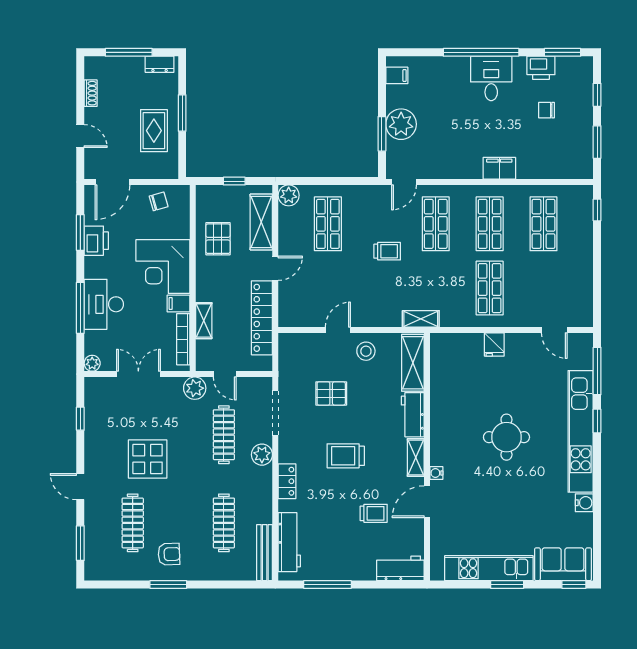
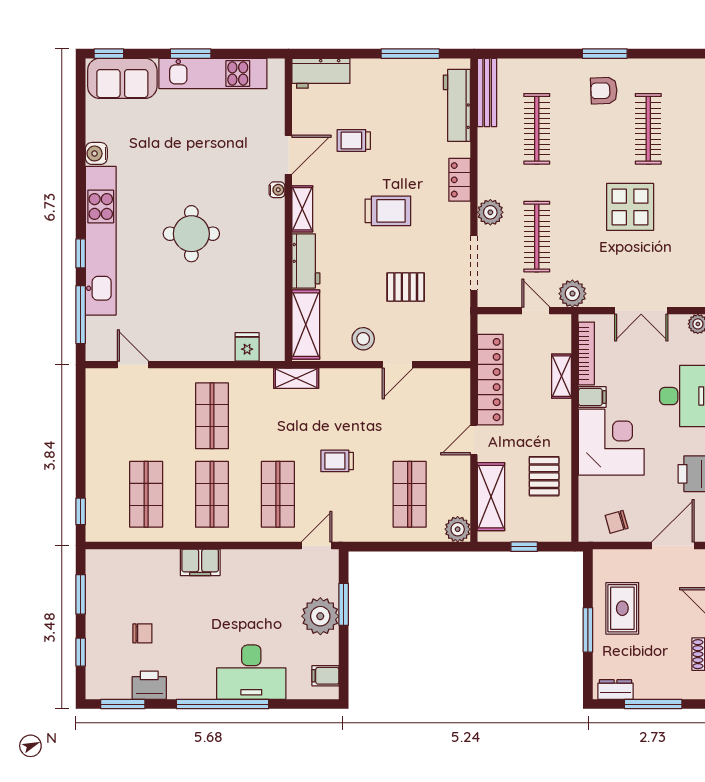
desk: (491, 78) -> (251, 672), moved, width x1.37
fridge: (494, 345) -> (247, 347), moved

